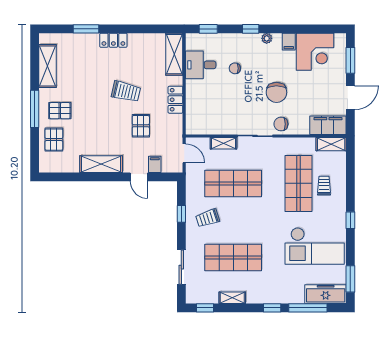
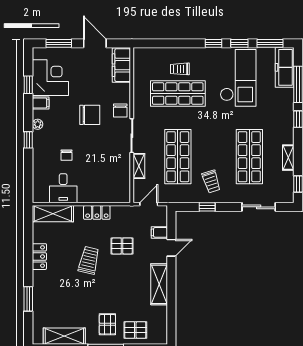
window: (208, 29) -> (28, 85), moved
locker: (113, 40) -> (39, 257), moved
shelving: (331, 144) -> (140, 62), removed
window: (350, 247) -> (239, 43), added

